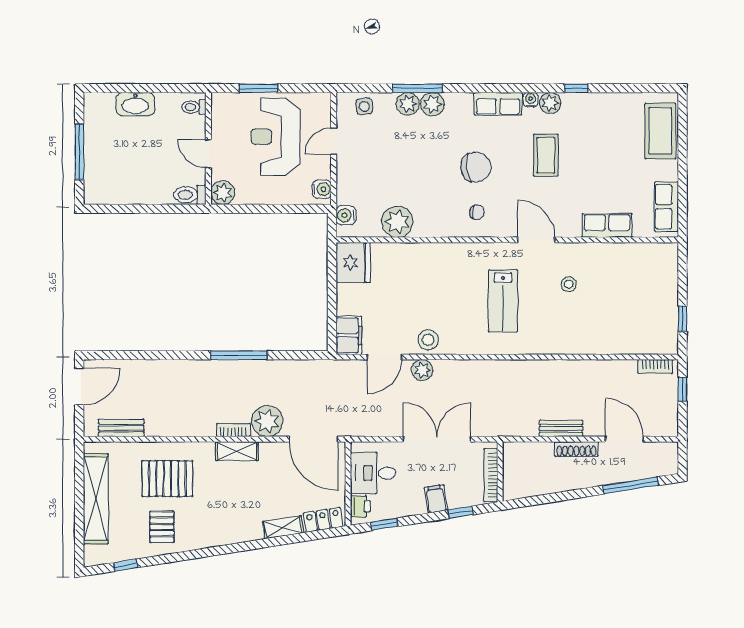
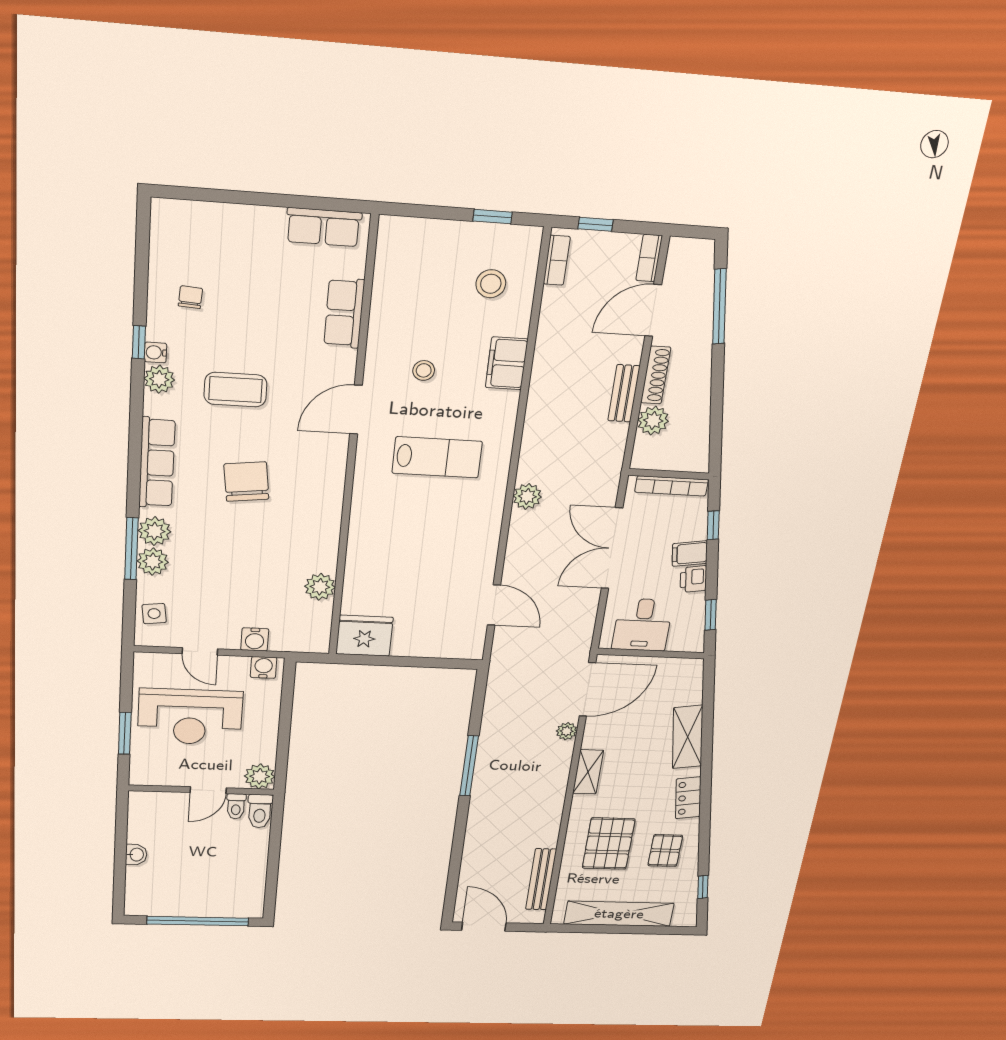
water cooler: (531, 100) -> (155, 352), moved
washbasin: (135, 104) -> (136, 855), width x0.52, depth x0.69
row of seats: (498, 104) -> (157, 463), width x1.48
toilet: (194, 107) -> (236, 806), moved
coffee table: (660, 131) -> (209, 228), removed
window: (79, 152) -> (198, 921), width x1.46
chair: (477, 212) -> (190, 297), moved
water cooler: (346, 215) -> (255, 639), moved
plant: (397, 222) -> (320, 587), width x0.73, depth x0.73
filing cabinet: (349, 335) -> (507, 363), moved, turned -90
stool: (428, 340) -> (491, 284), moved
plant: (422, 370) -> (527, 496), moved
plant: (267, 421) -> (567, 731), width x0.53, depth x0.53
bench: (121, 428) -> (541, 879), width x1.36
bookcase: (233, 430) -> (649, 258), moved
plant: (542, 453) -> (653, 421), added
printer: (360, 506) -> (693, 579), moved, turned -99
locker: (323, 520) -> (688, 798), moved
pallet: (162, 527) -> (665, 851), turned 90
shelving: (283, 527) -> (688, 737), width x1.50, depth x1.33

